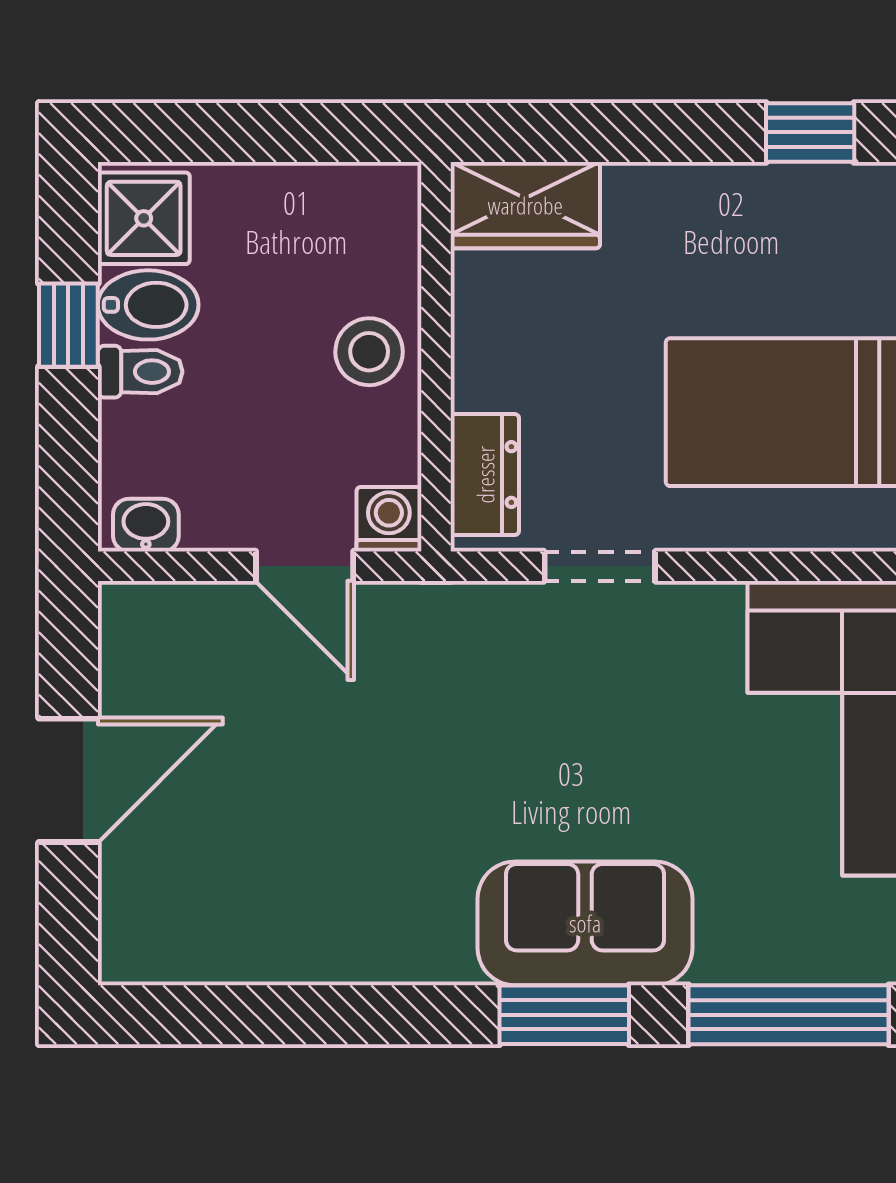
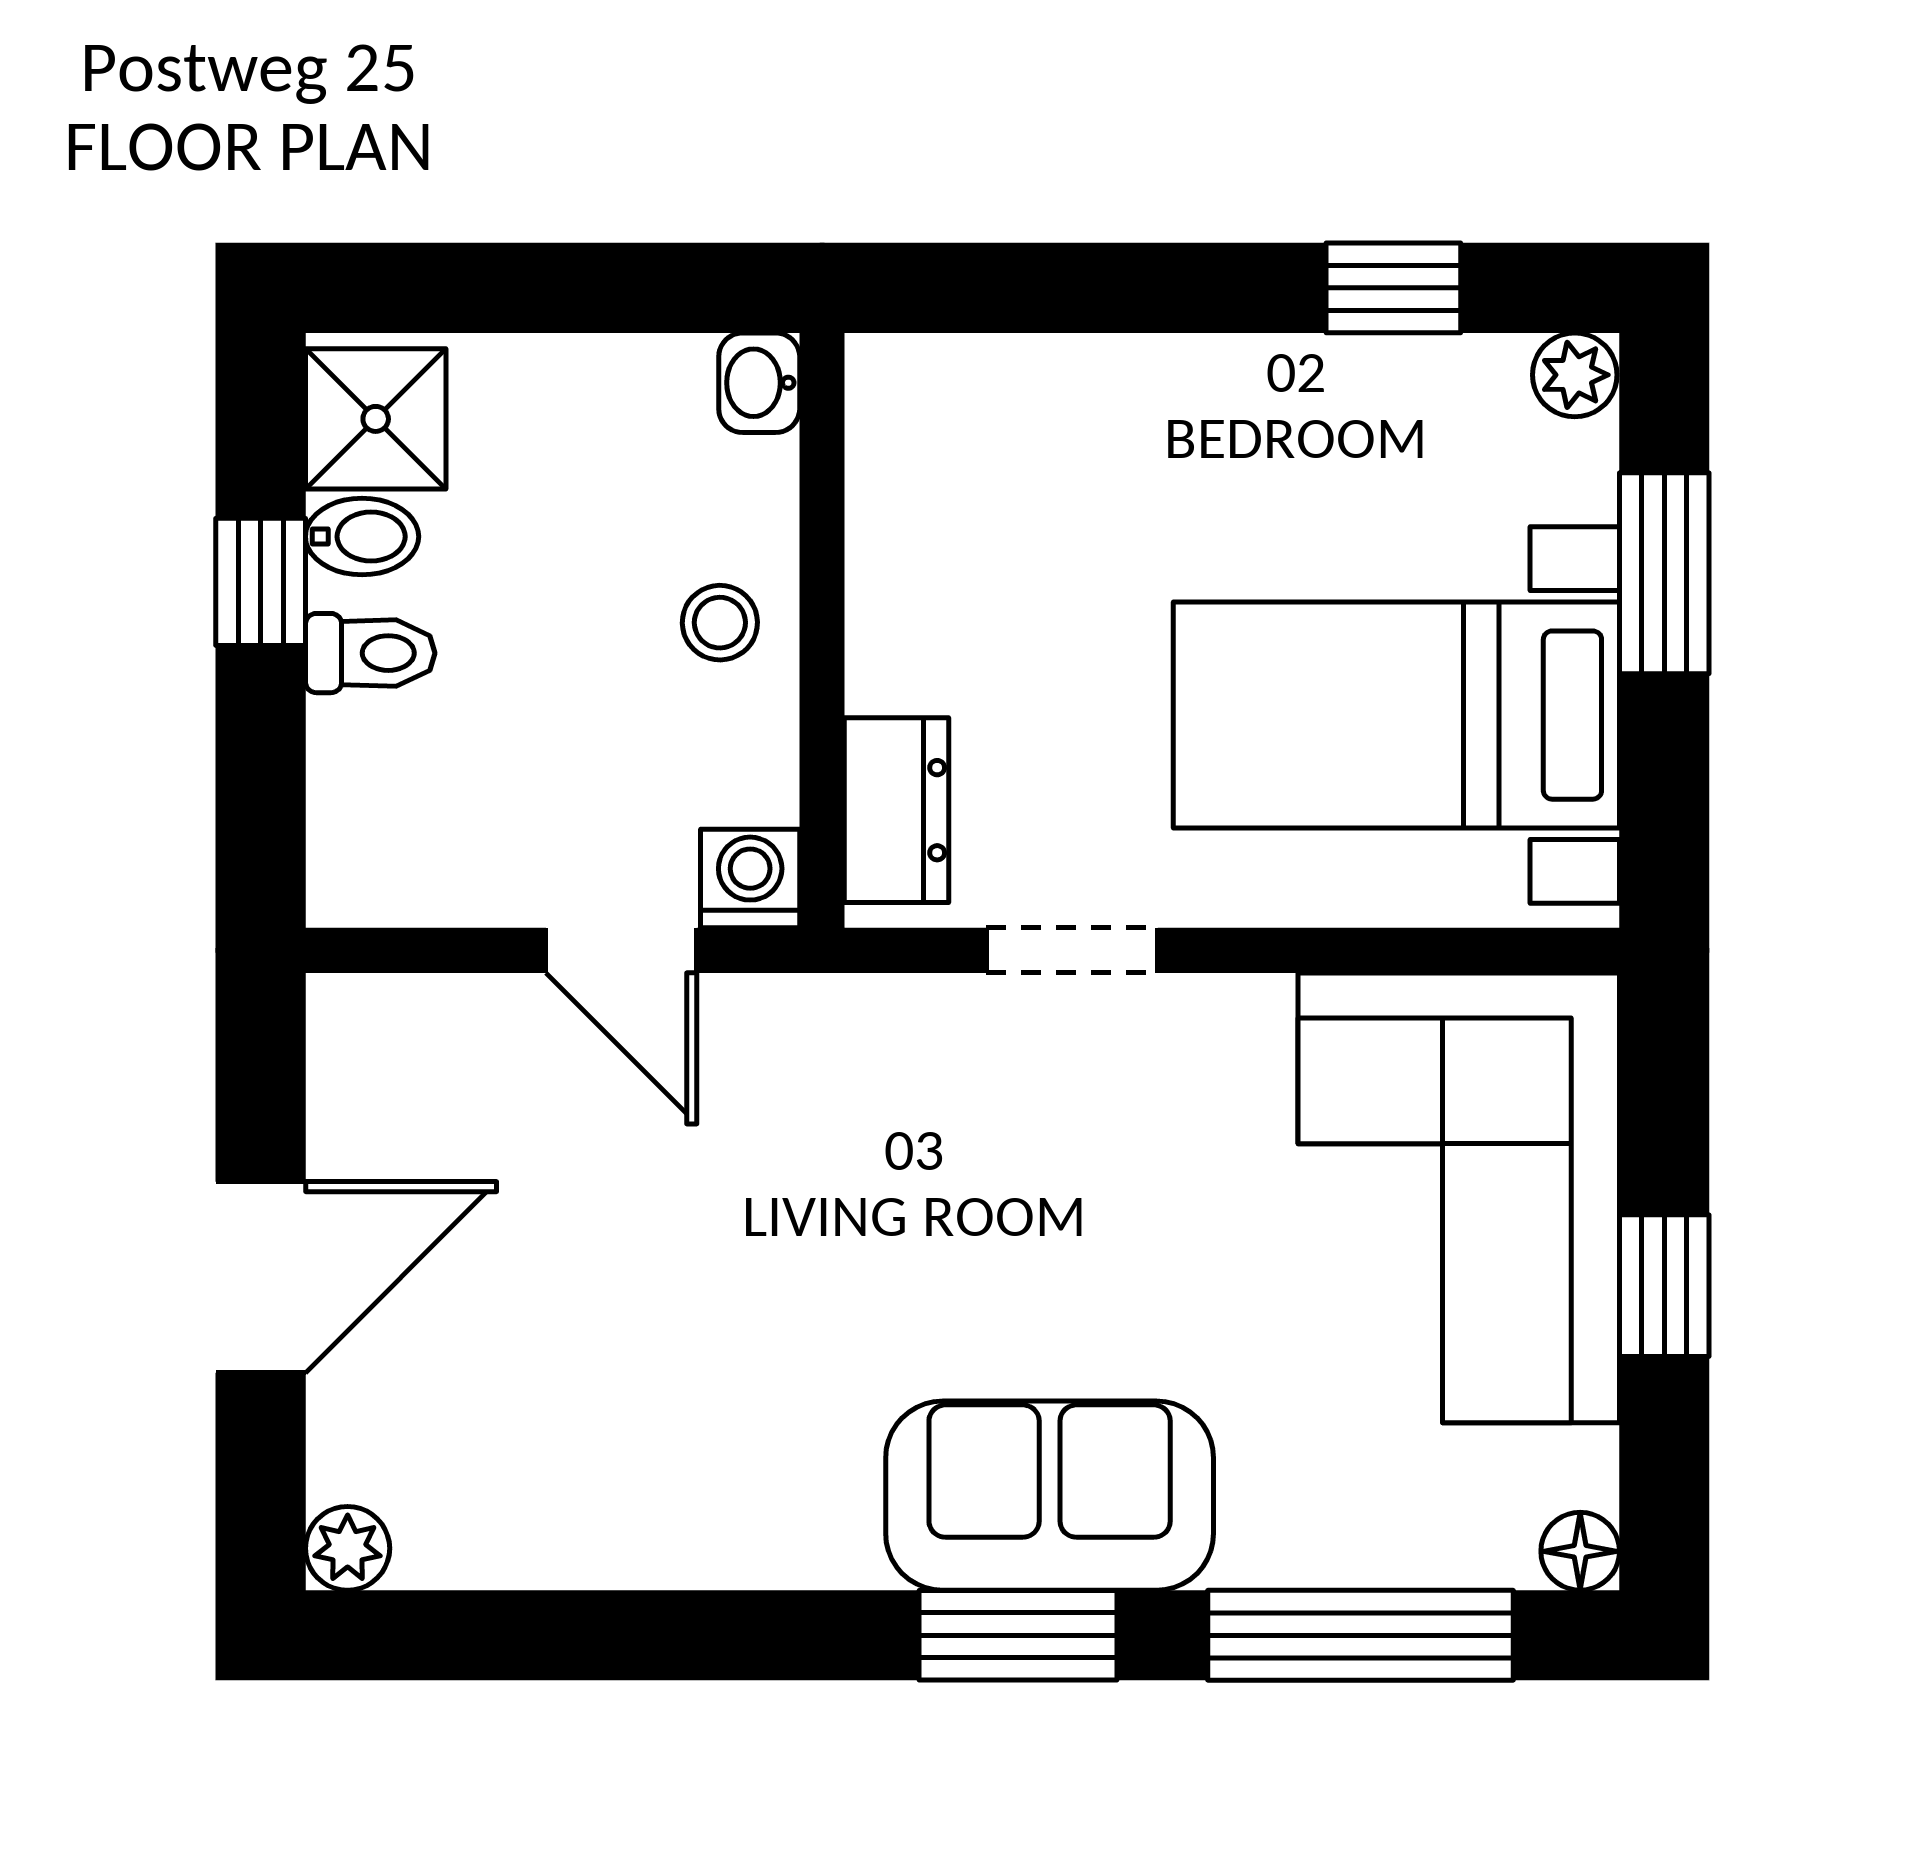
wardrobe: (525, 205) -> (958, 399), removed
bidet: (148, 305) -> (362, 537), width x0.72, depth x0.74
stool: (369, 352) -> (720, 623), width x0.73, depth x0.73
washbasin: (146, 525) -> (759, 383), moved, turned -90
plant: (125, 958) -> (348, 1548), added

